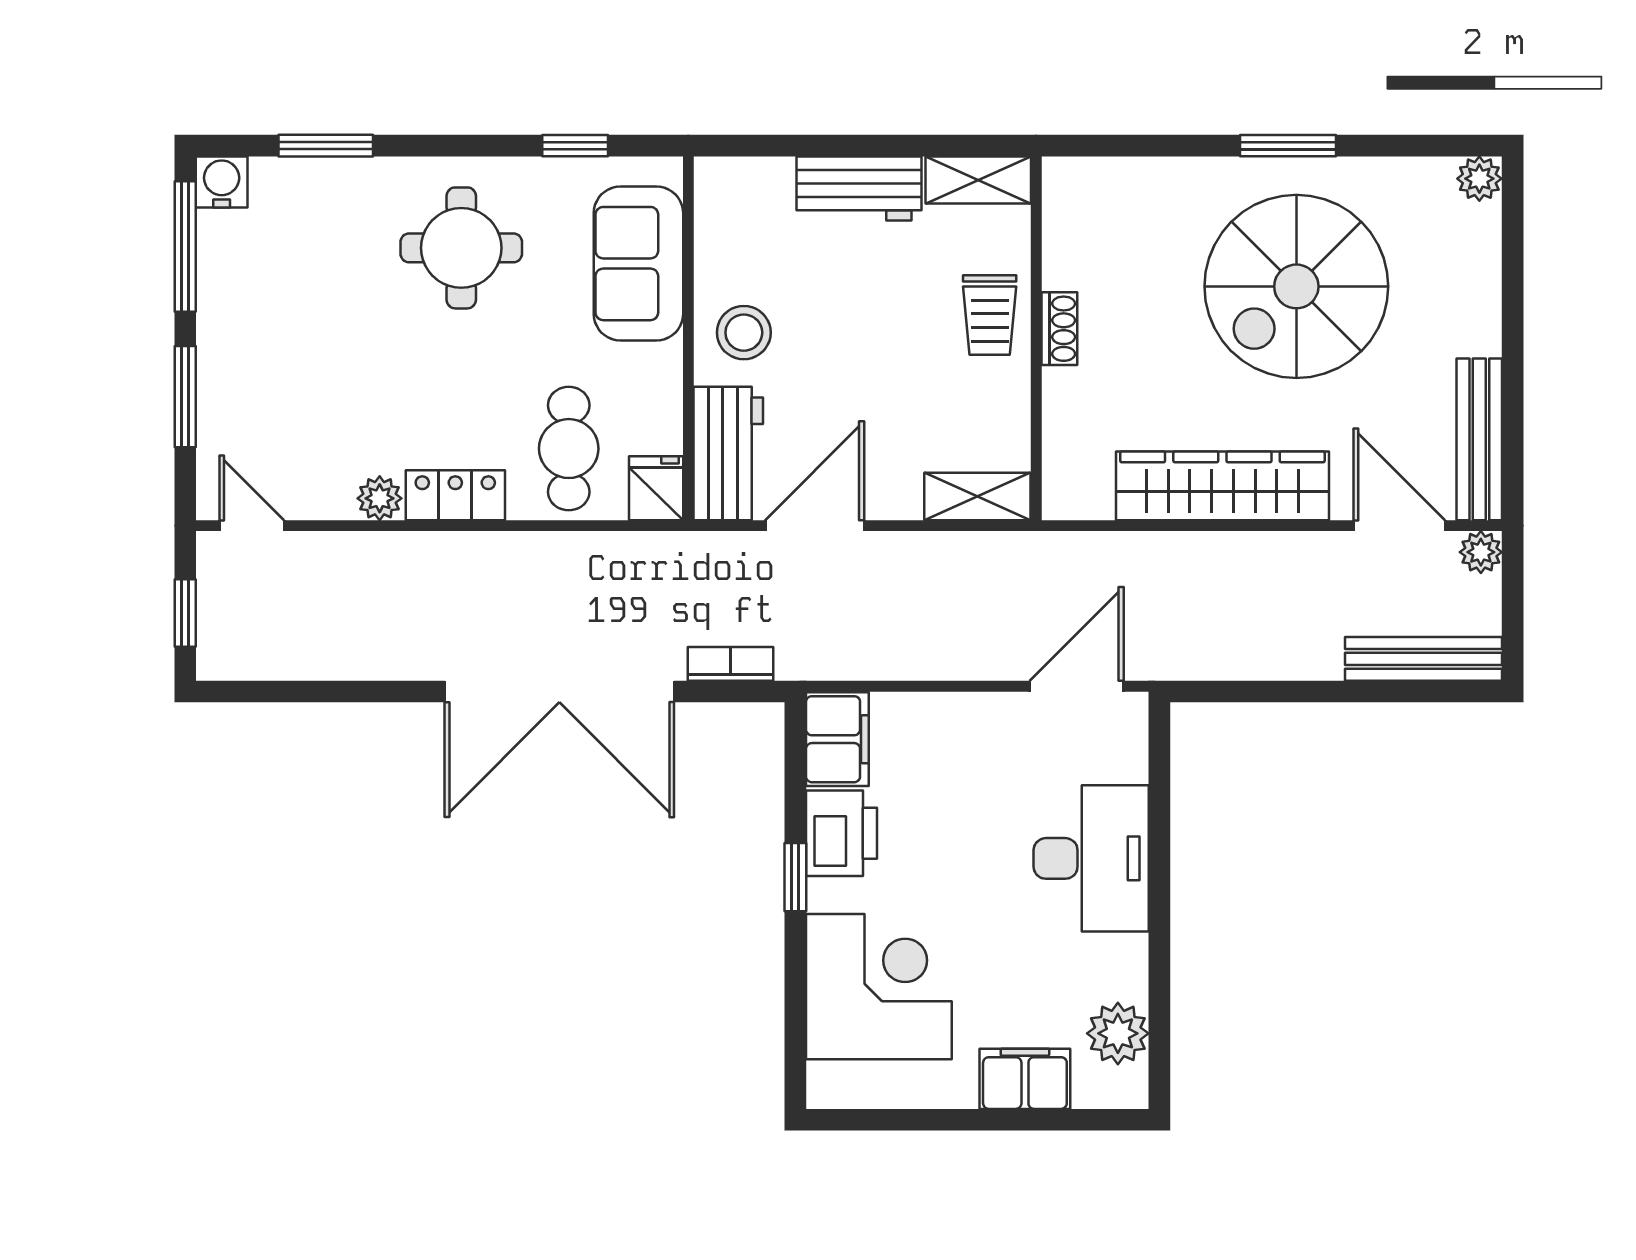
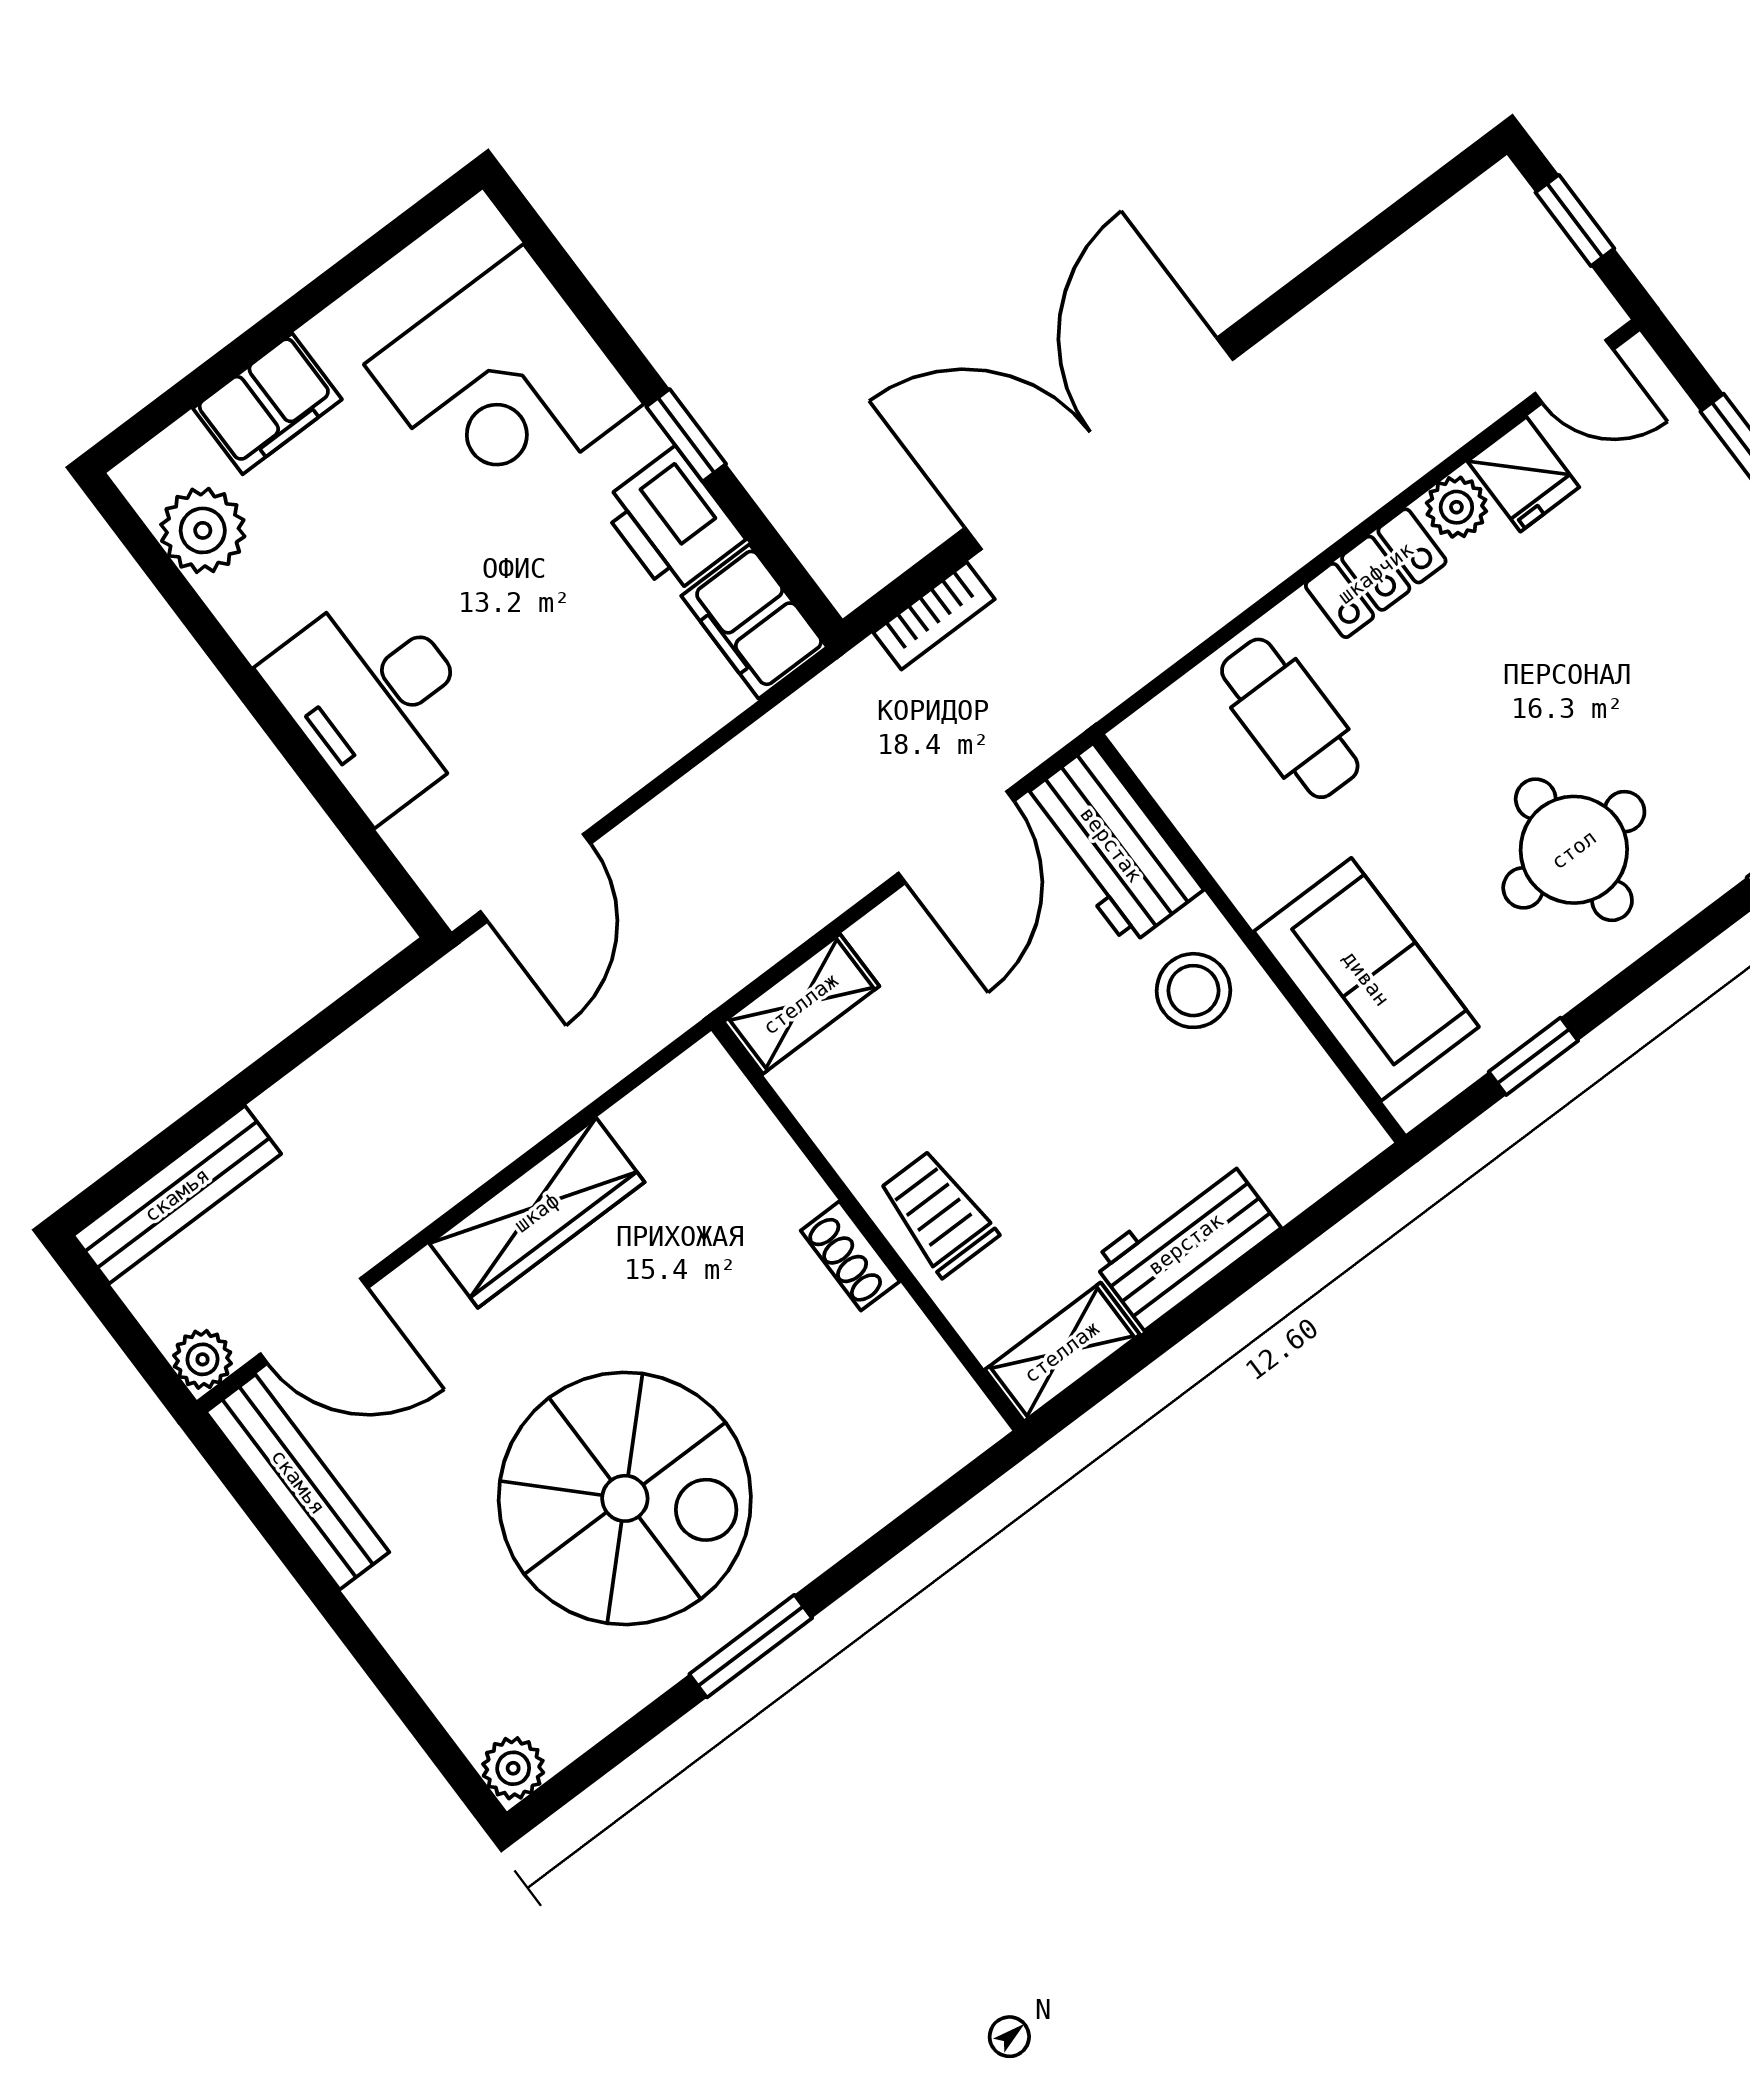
spiral stairs: (1296, 286) -> (625, 1498), turned 90
wardrobe: (1222, 486) -> (537, 1213), width x0.71, depth x0.85
fridge: (656, 488) -> (1523, 474), moved

